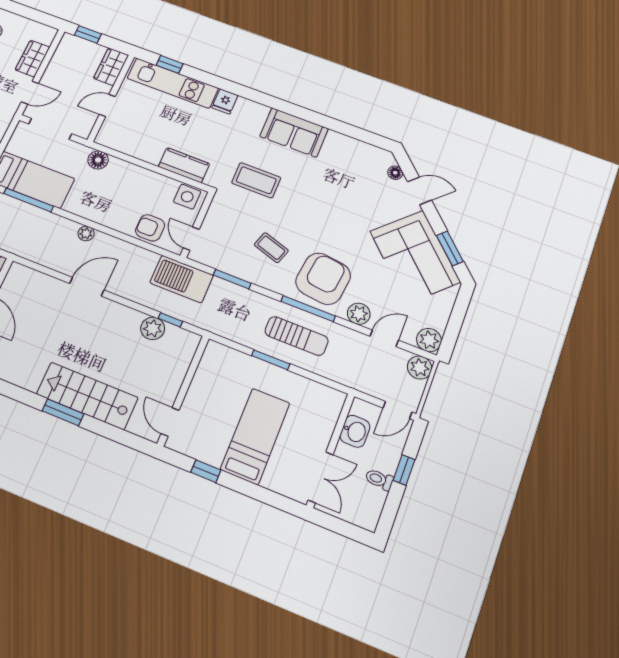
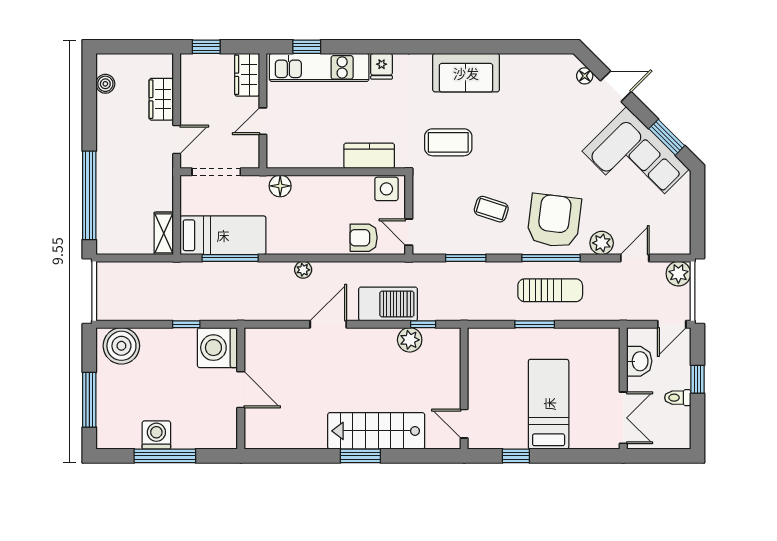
barbecue: (182, 279) -> (388, 304), moved, turned 180
plant: (429, 340) -> (678, 242), removed

